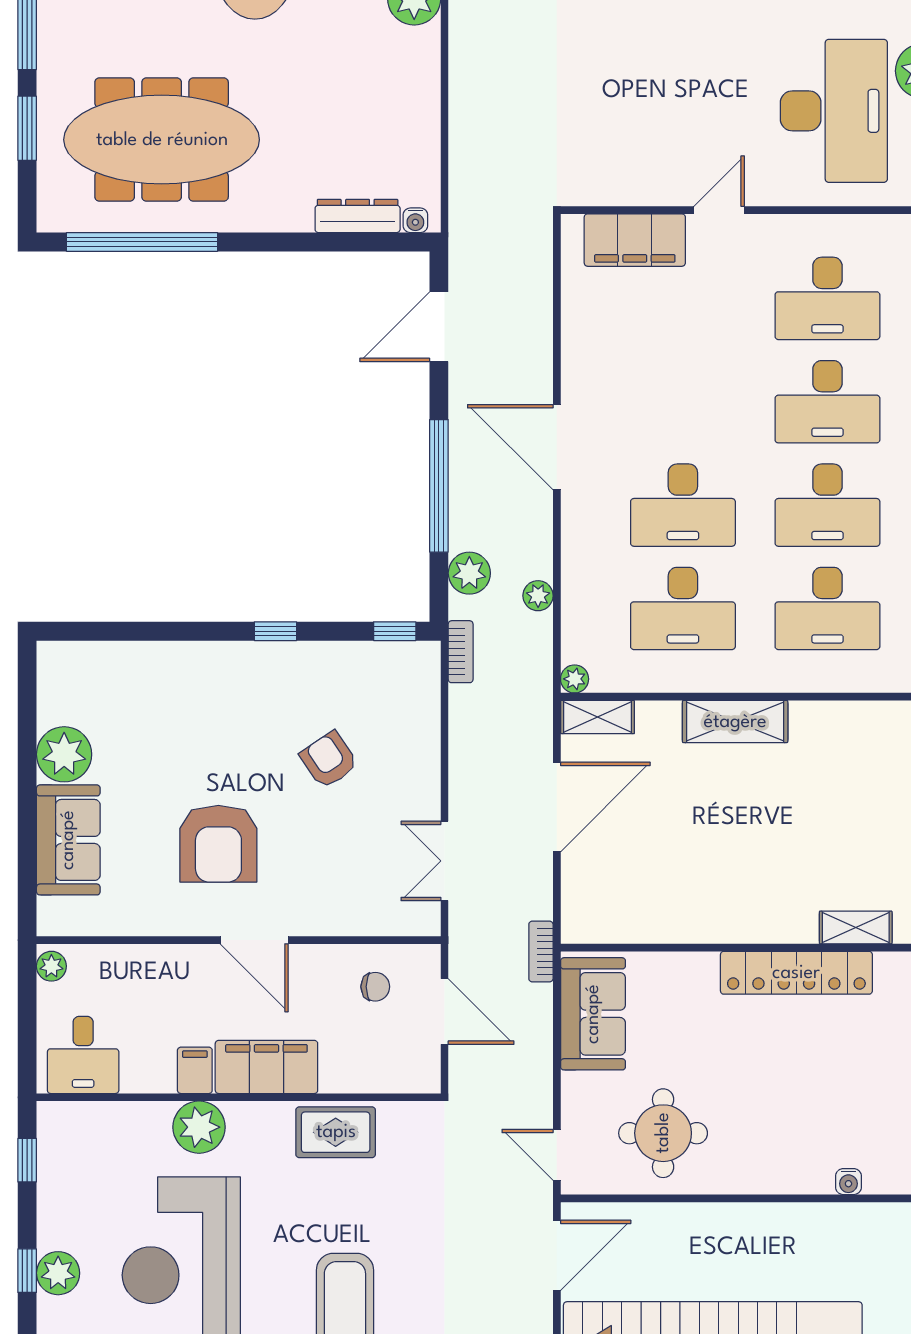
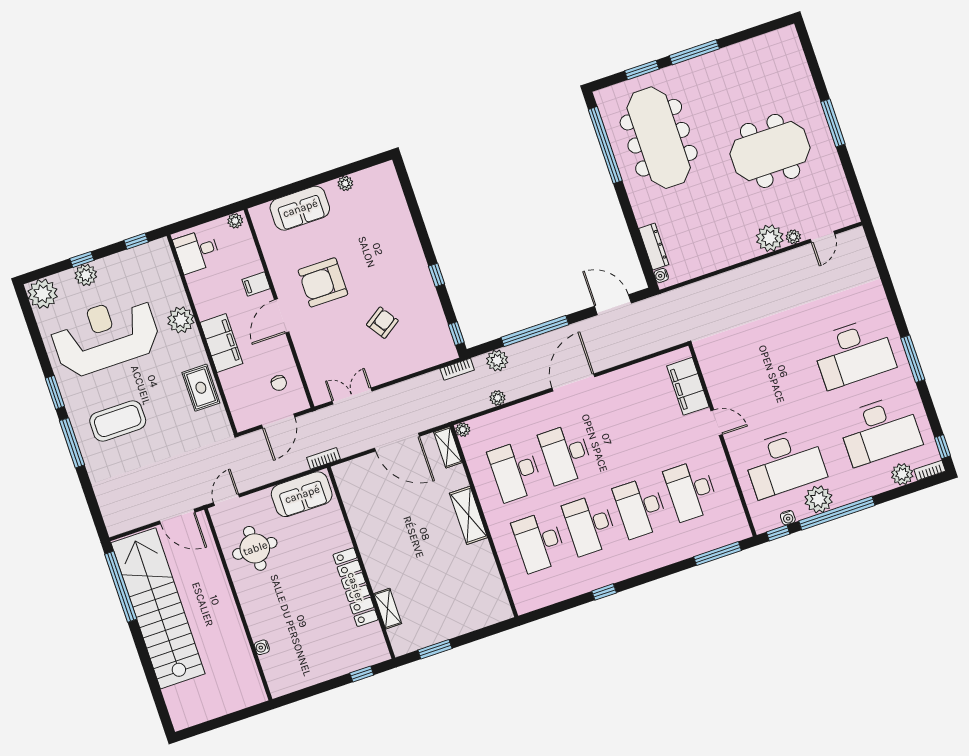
plant: (64, 754) -> (345, 183), width x0.53, depth x0.53
filing cabinet: (195, 1070) -> (256, 284), moved, turned 180

